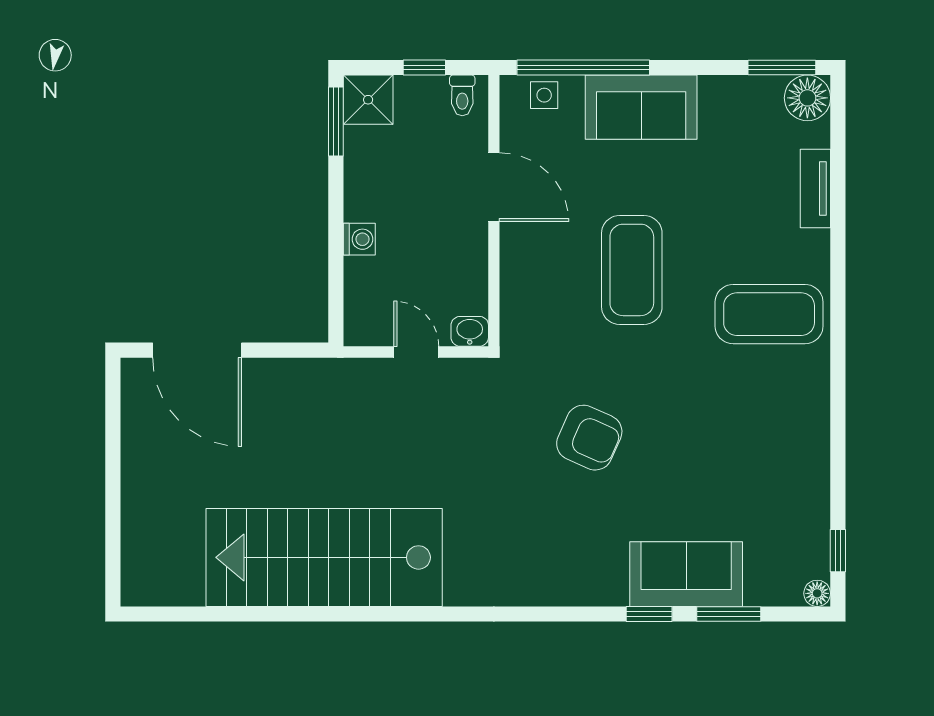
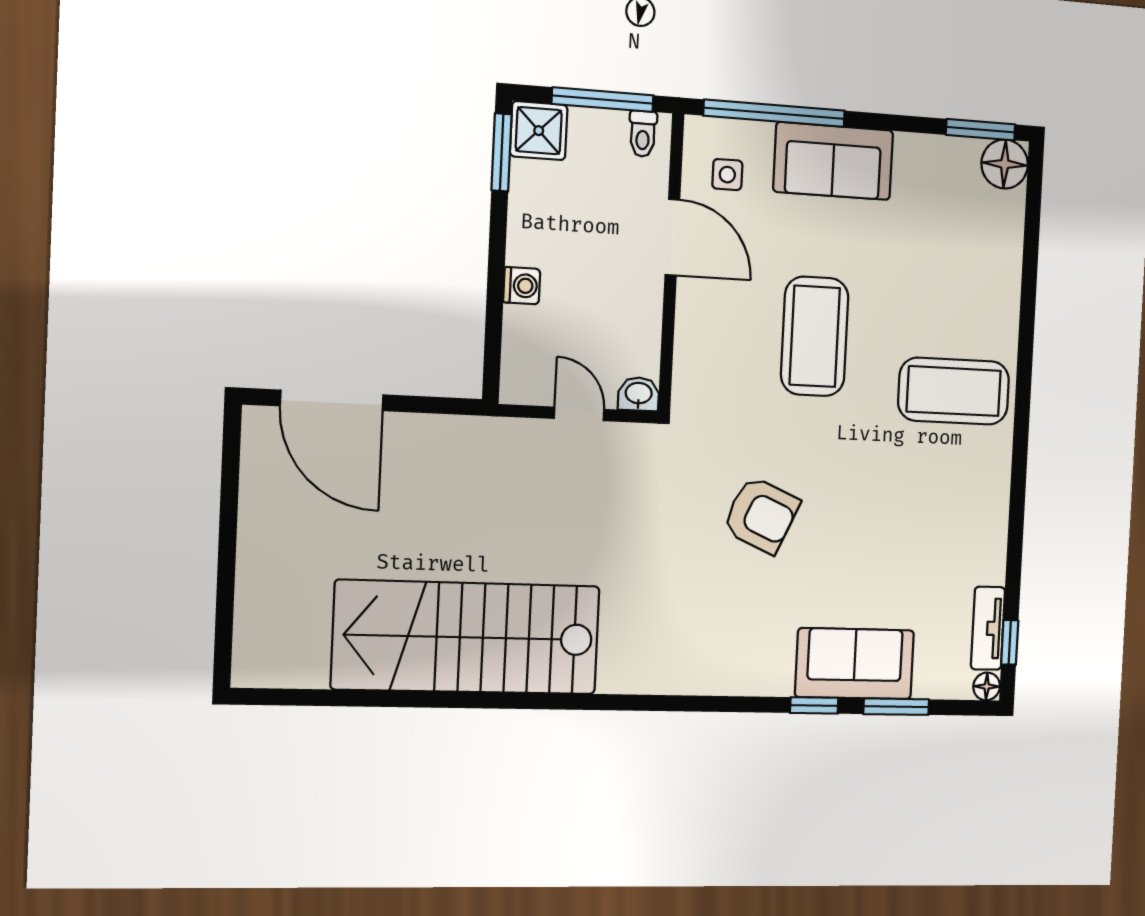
window: (424, 68) -> (603, 100), width x2.17
side table: (544, 95) -> (727, 175), moved
tv unit: (815, 189) -> (988, 628), moved

